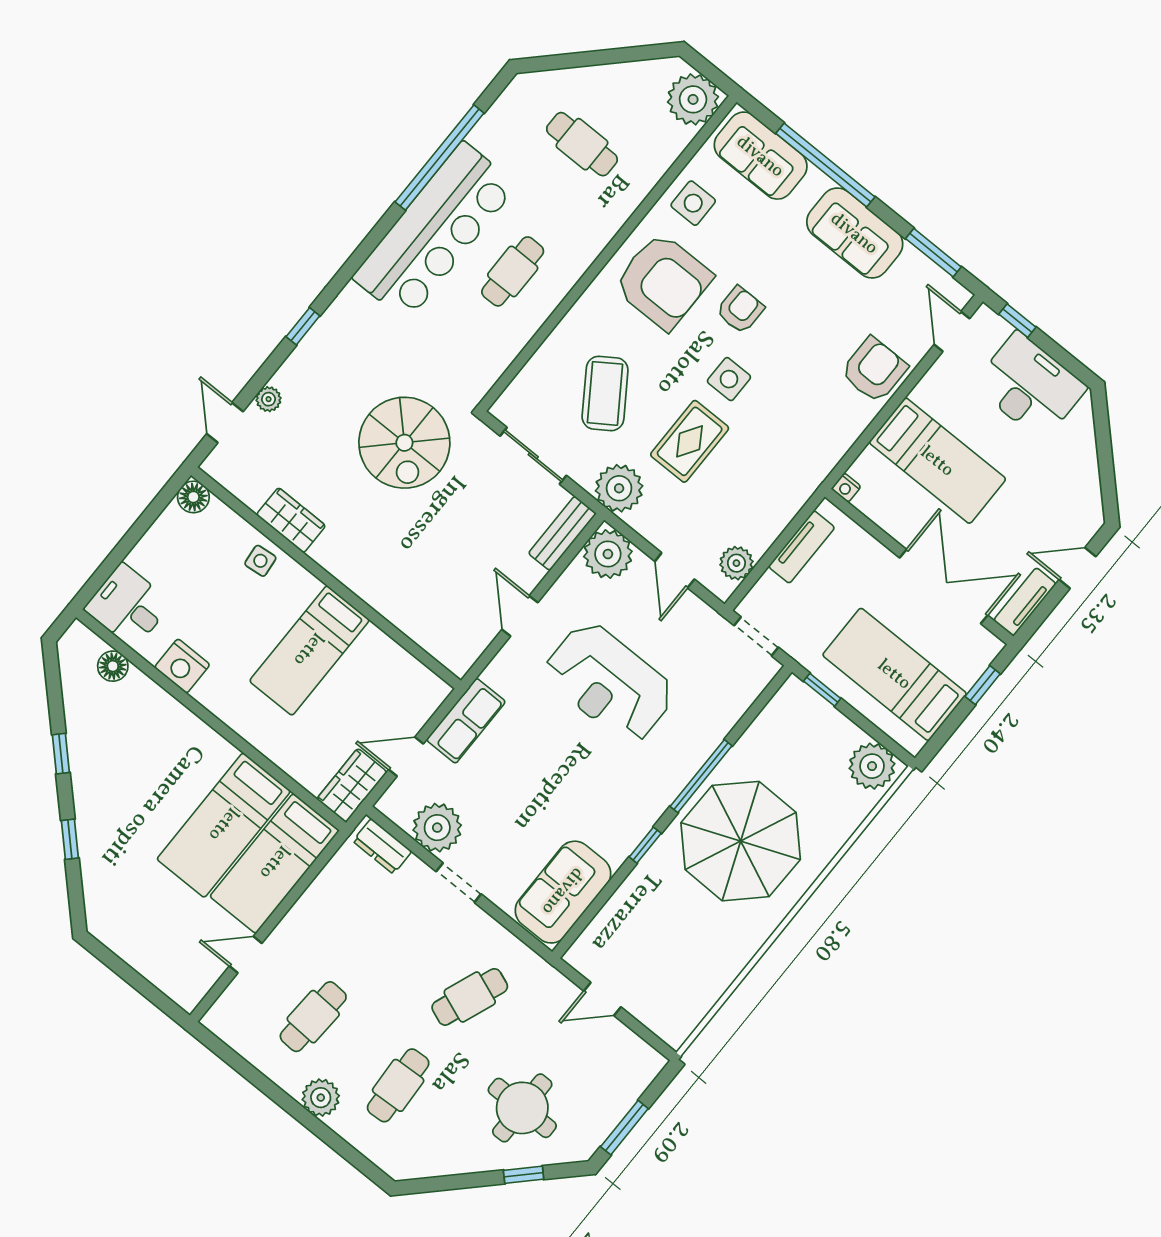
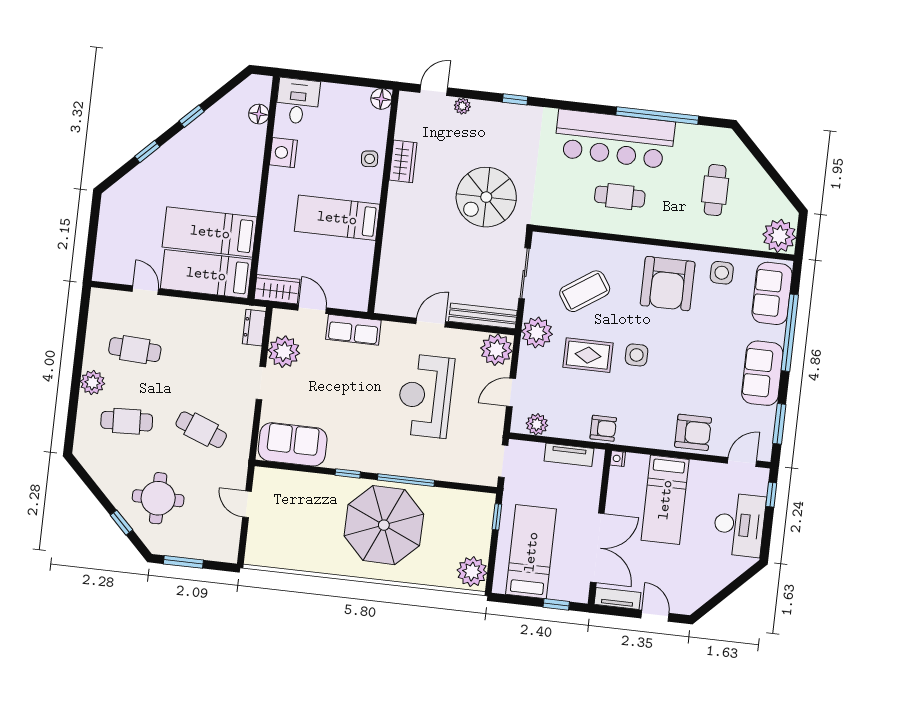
armchair: (740, 310) -> (603, 428), moved
bench: (562, 533) -> (483, 316), width x1.36

